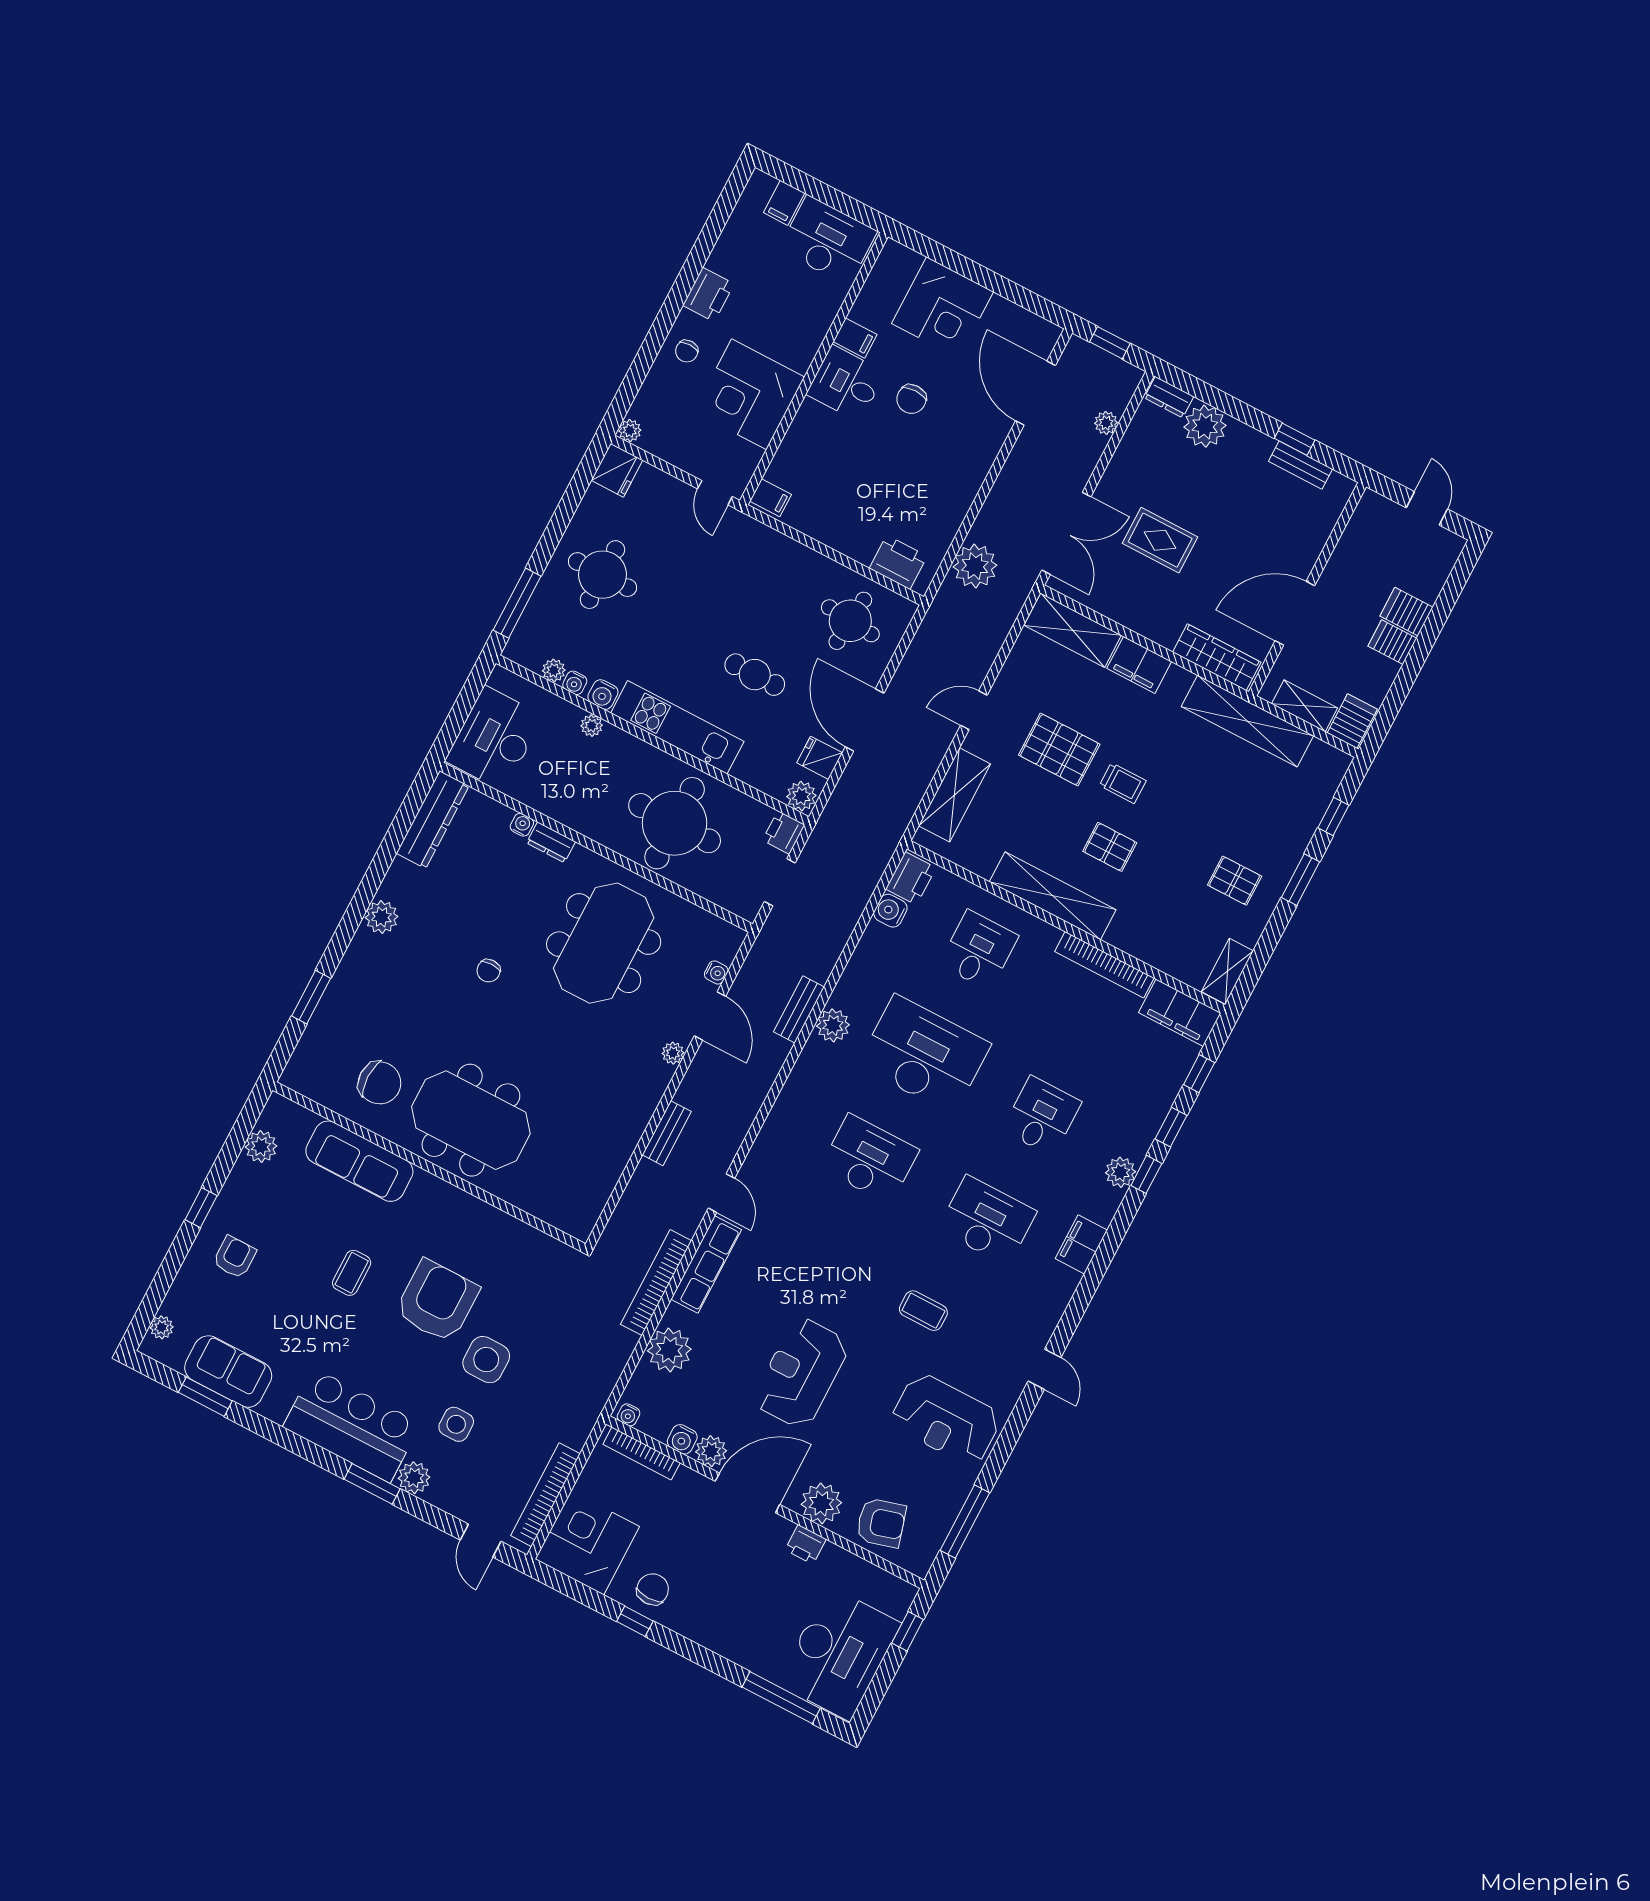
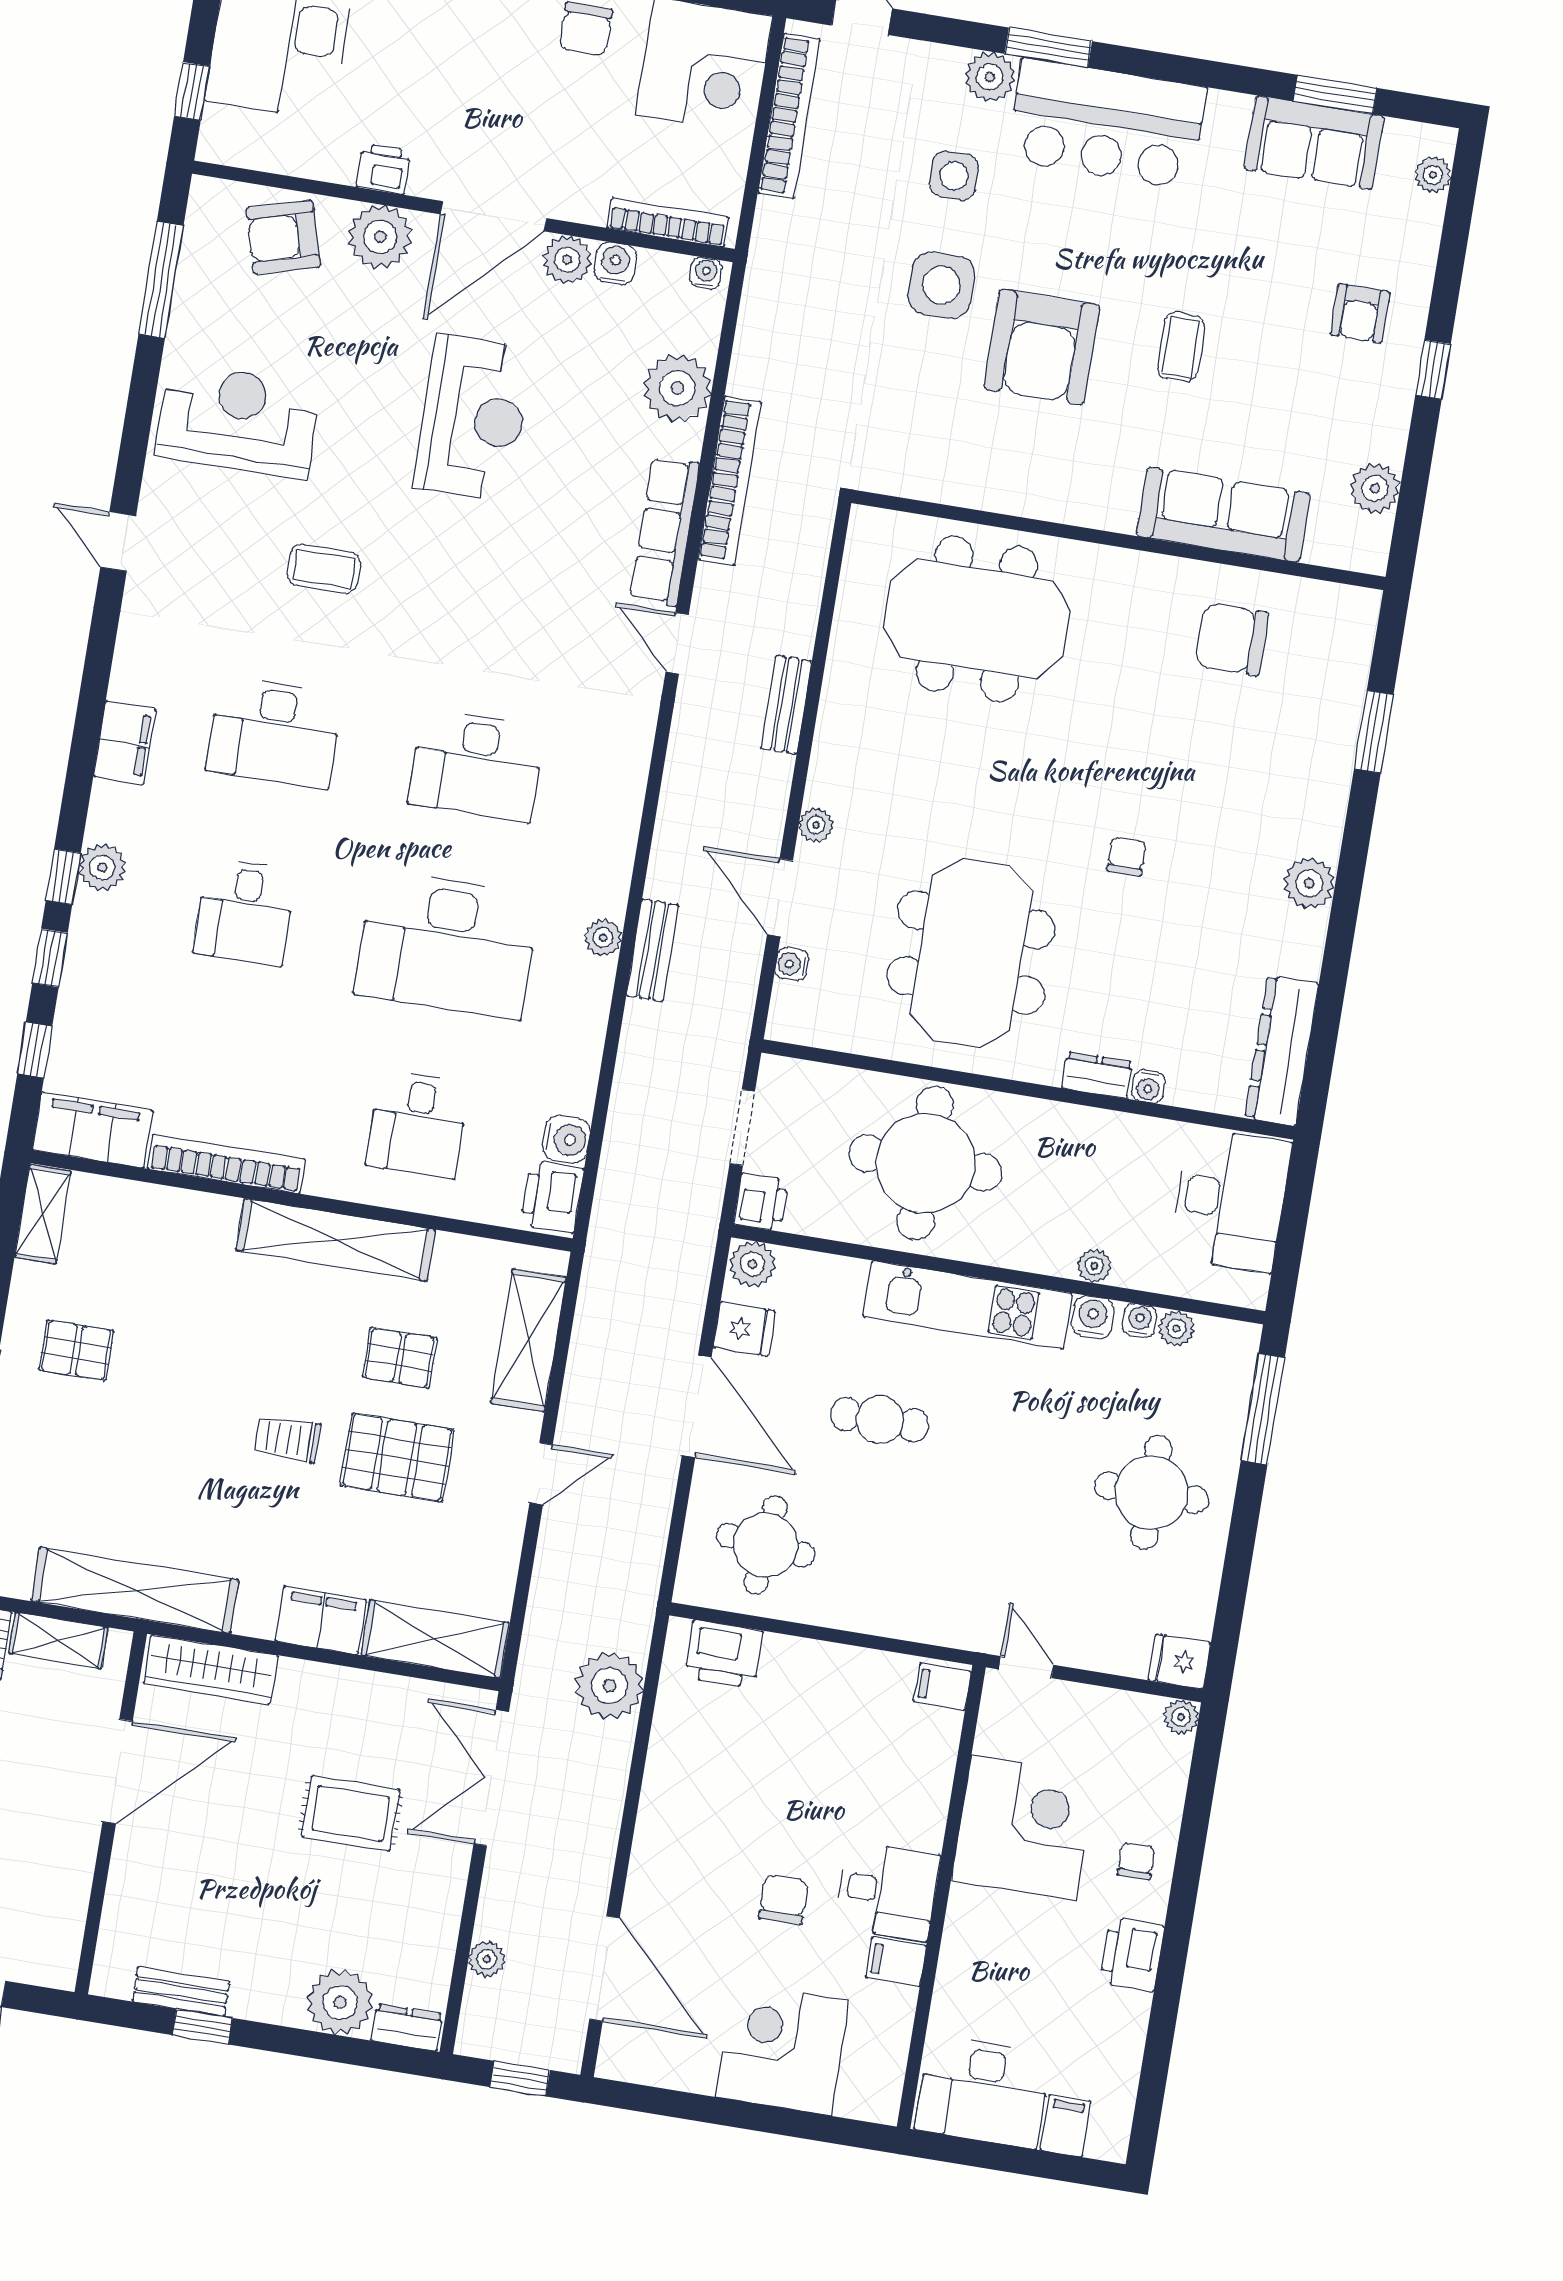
fridge: (617, 470) -> (1179, 1662), width x0.72
pallet: (1110, 847) -> (400, 1358), moved
plant: (833, 1025) -> (603, 938), width x0.73, depth x0.73
meeting table: (471, 1120) -> (977, 619), moved

